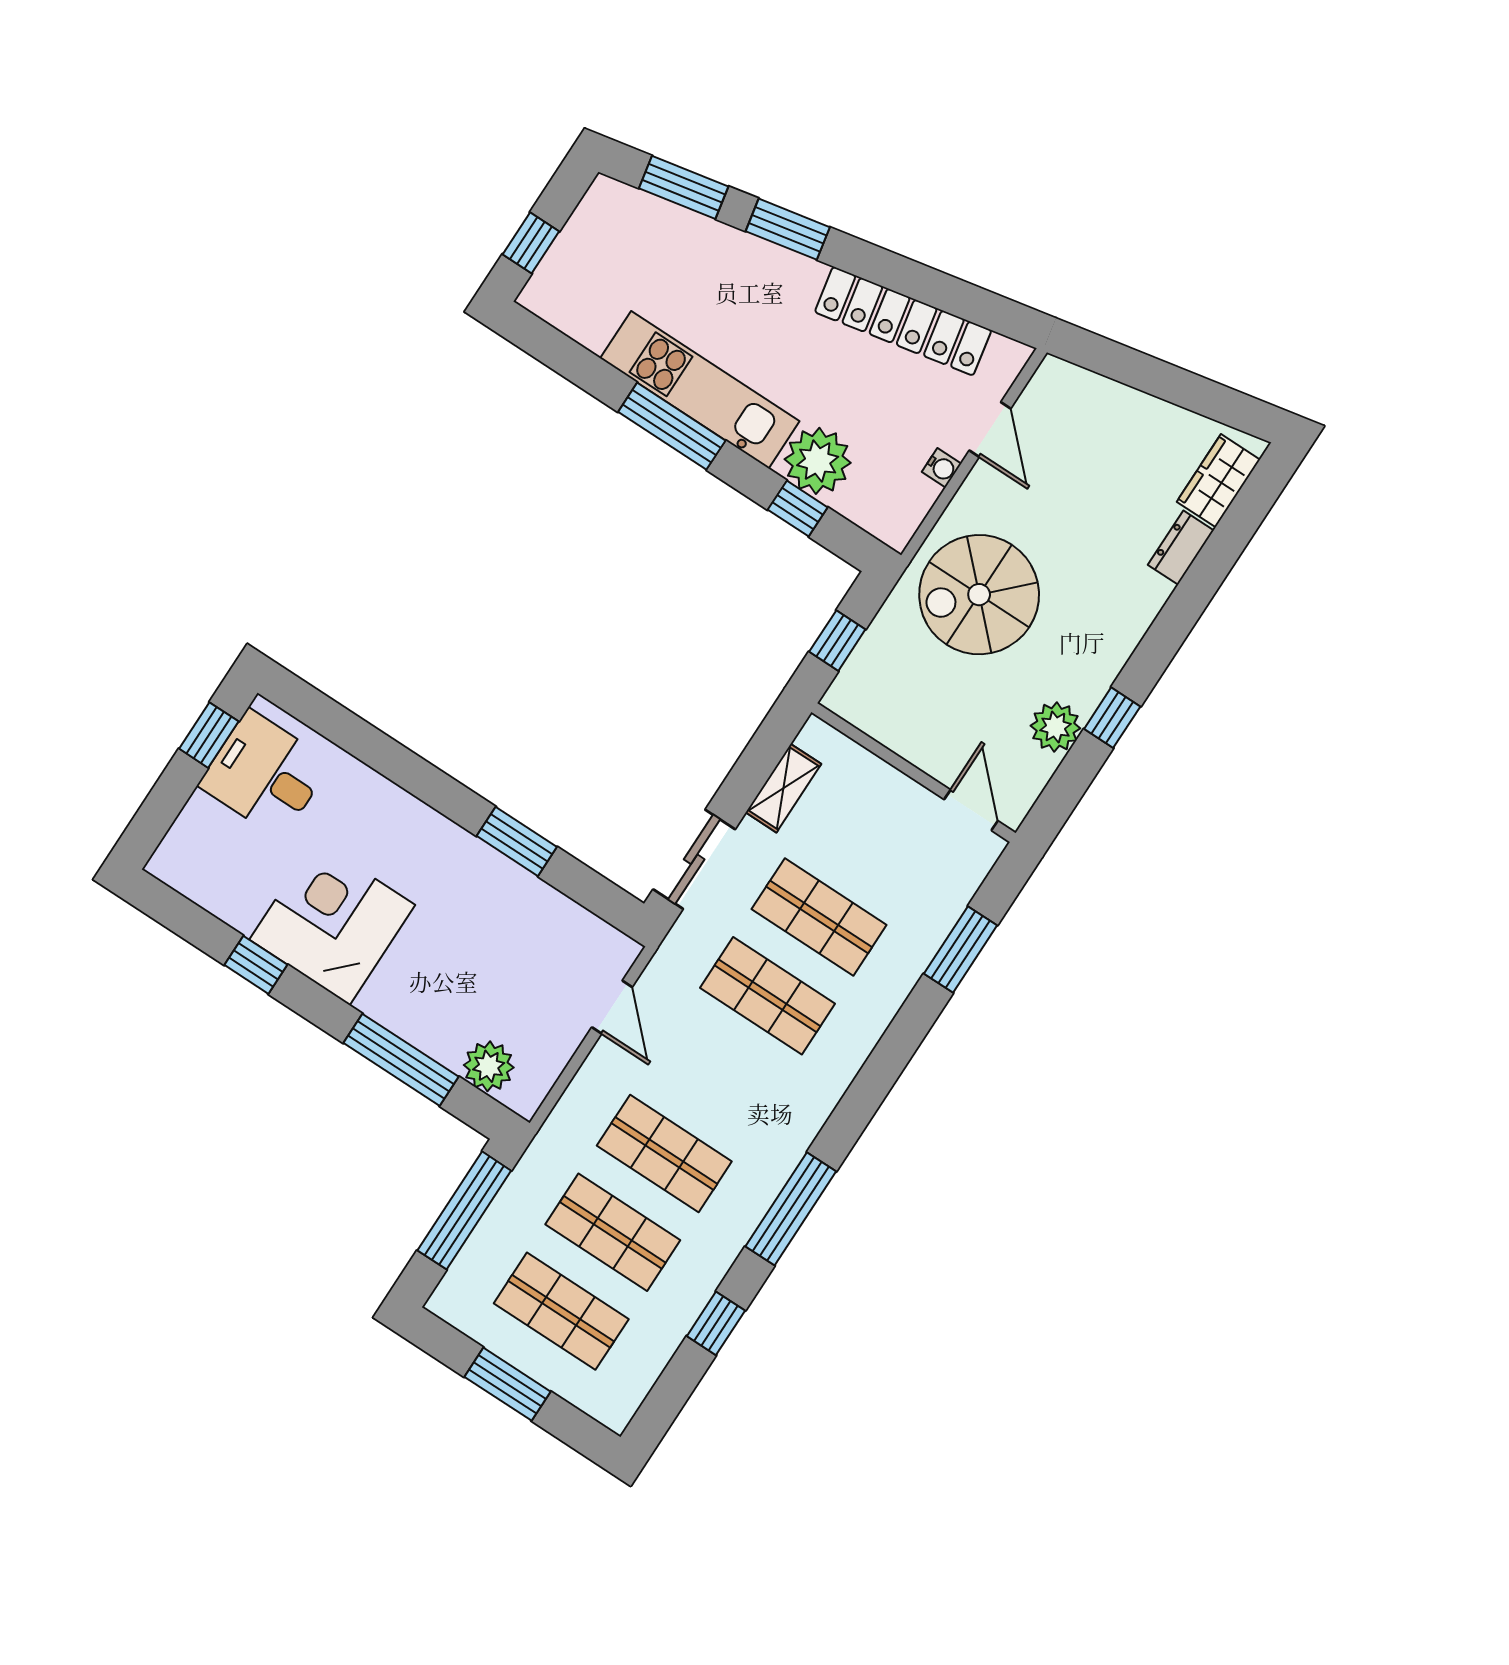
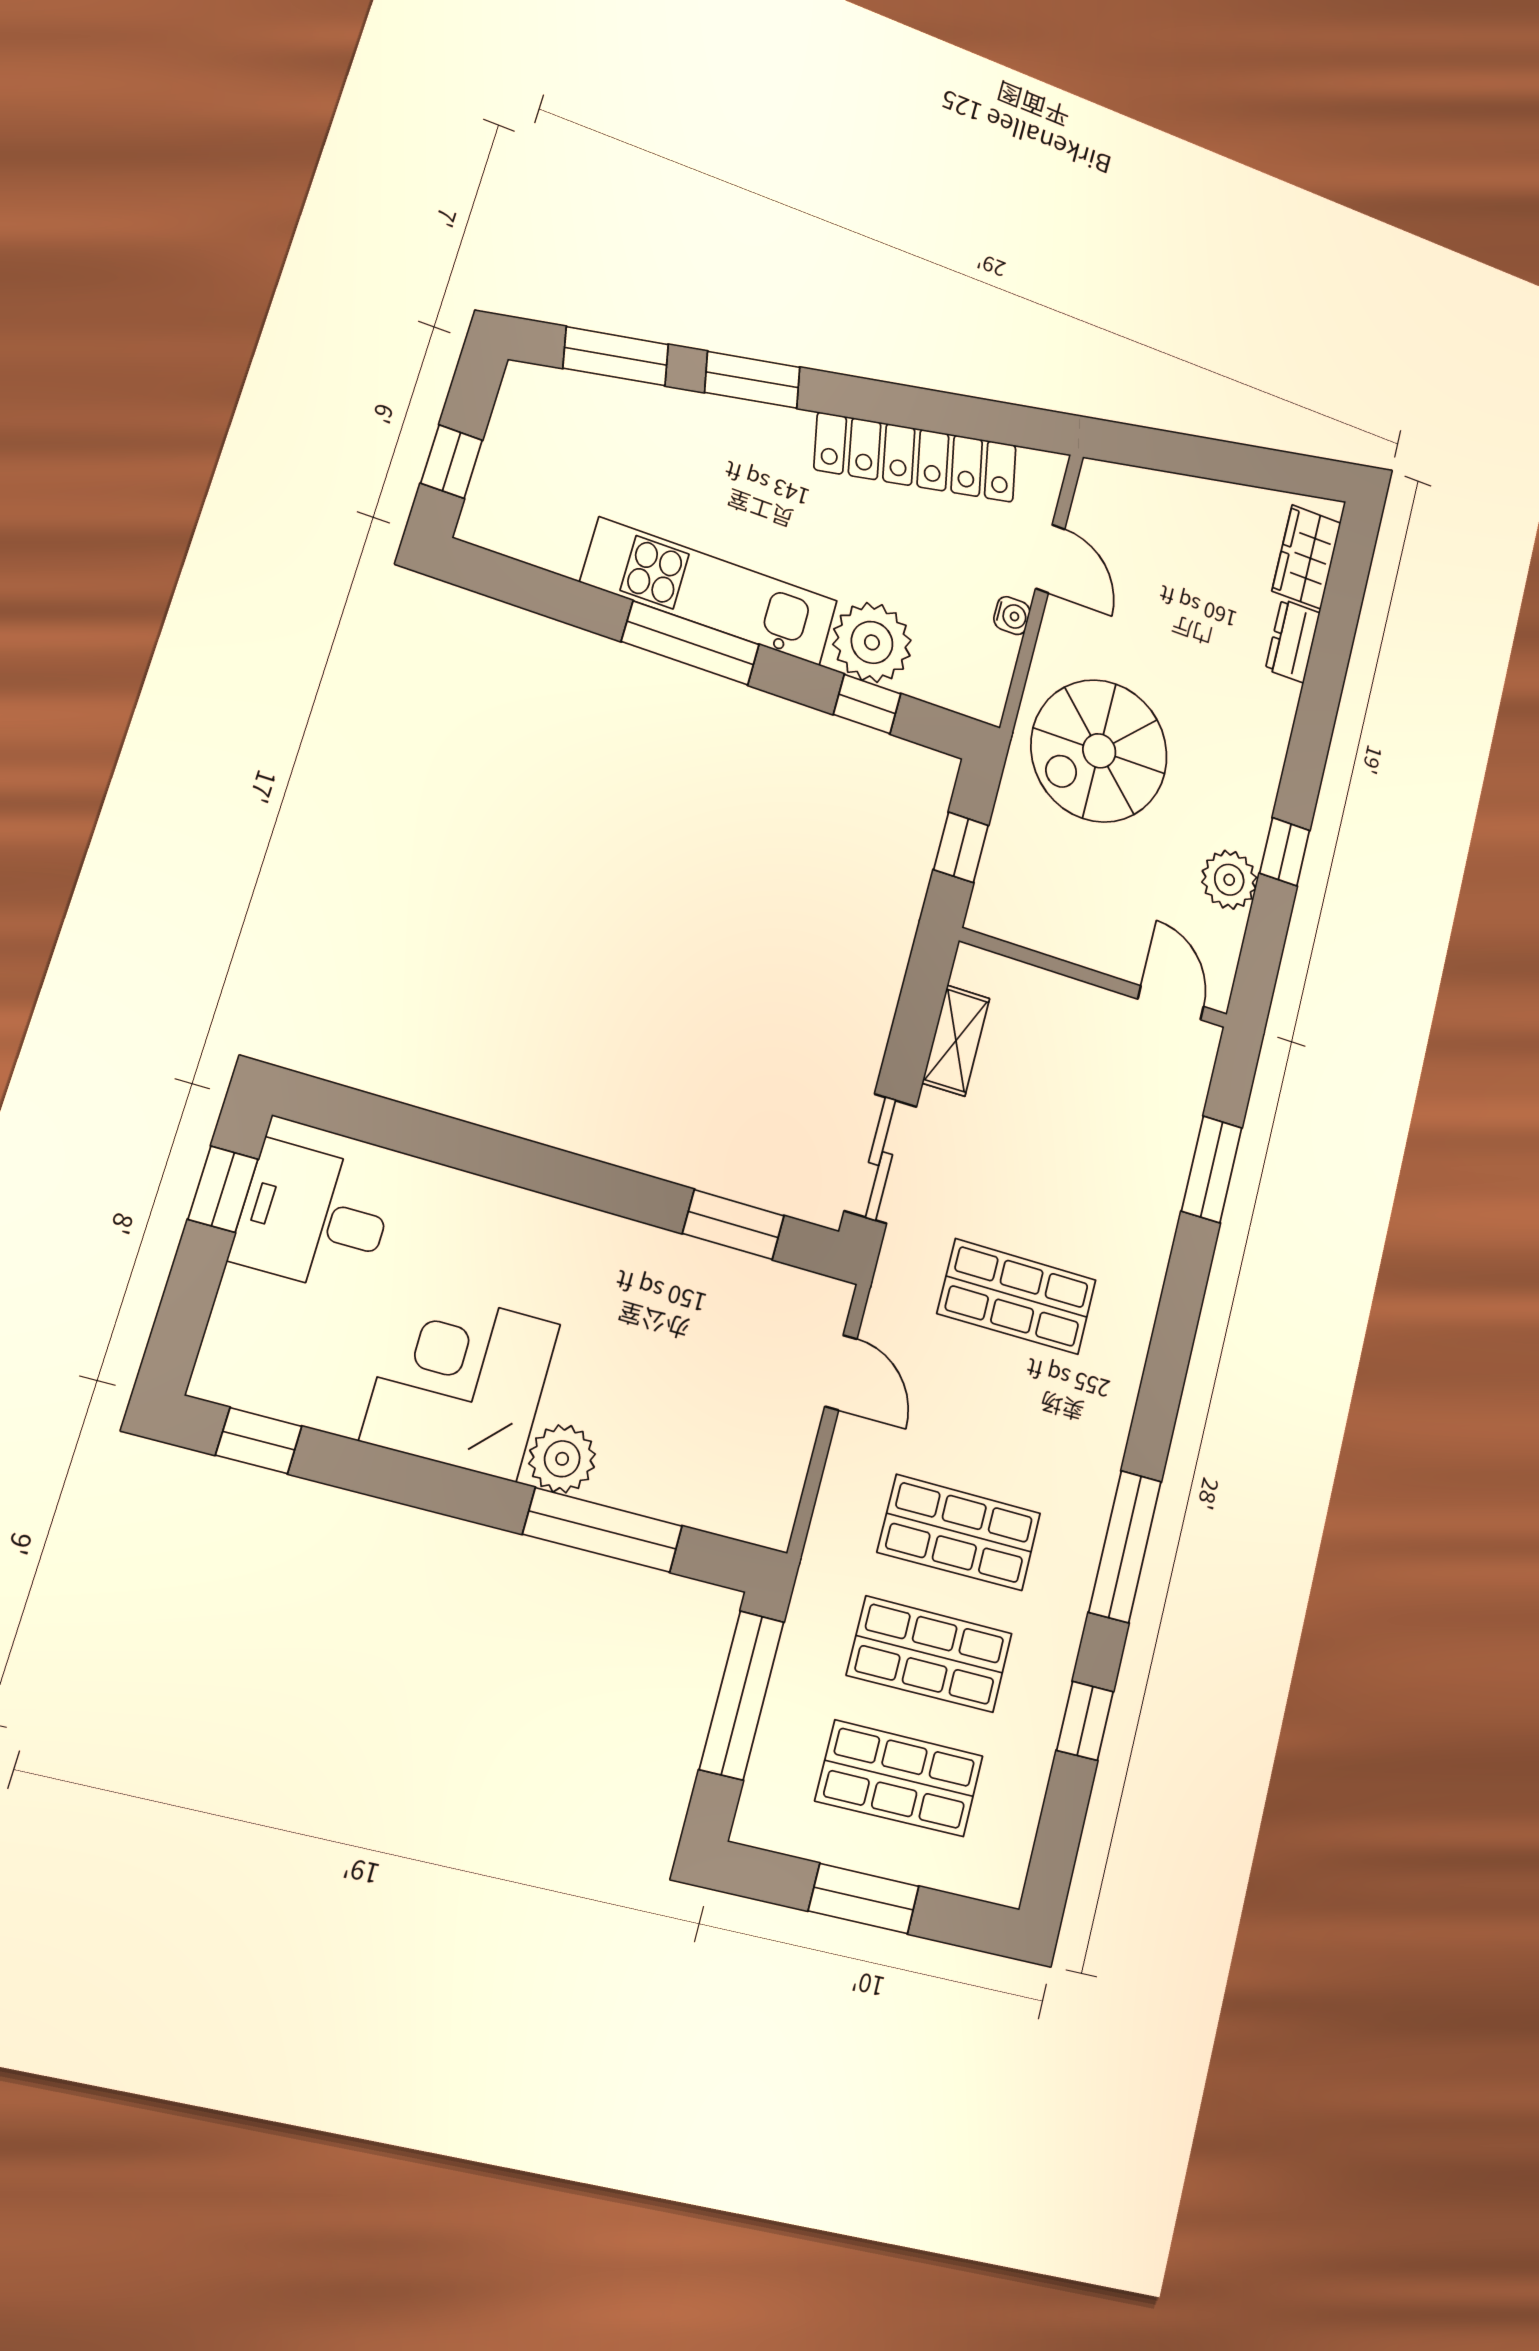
window: (517, 841) -> (733, 1225), moved
shop shelf: (819, 917) -> (1045, 1182), removed
window: (256, 965) -> (259, 1441), moved
plant: (489, 1066) -> (562, 1459), moved

